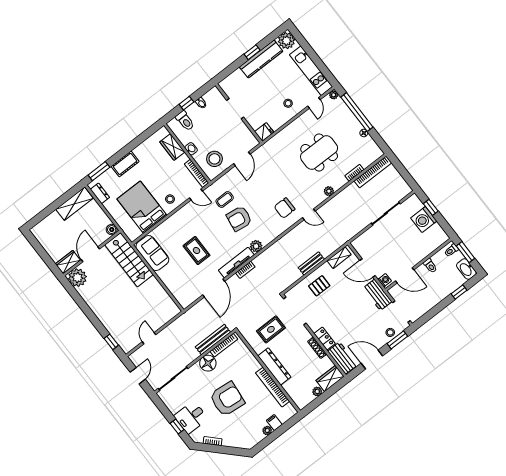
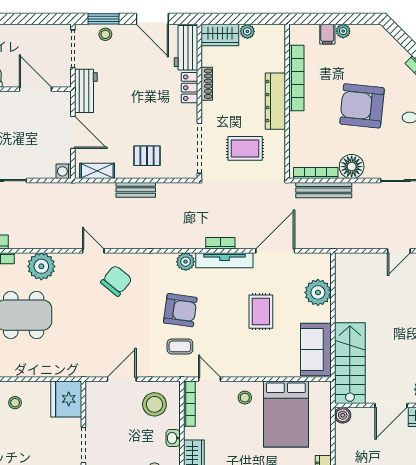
fridge: (264, 132) -> (66, 399), width x1.88, depth x1.34
plant: (329, 191) -> (41, 266), width x1.87, depth x1.87
chair: (285, 208) -> (116, 281), turned -51
washing machine: (385, 280) -> (64, 171), moved
plant: (174, 284) -> (318, 292), added

